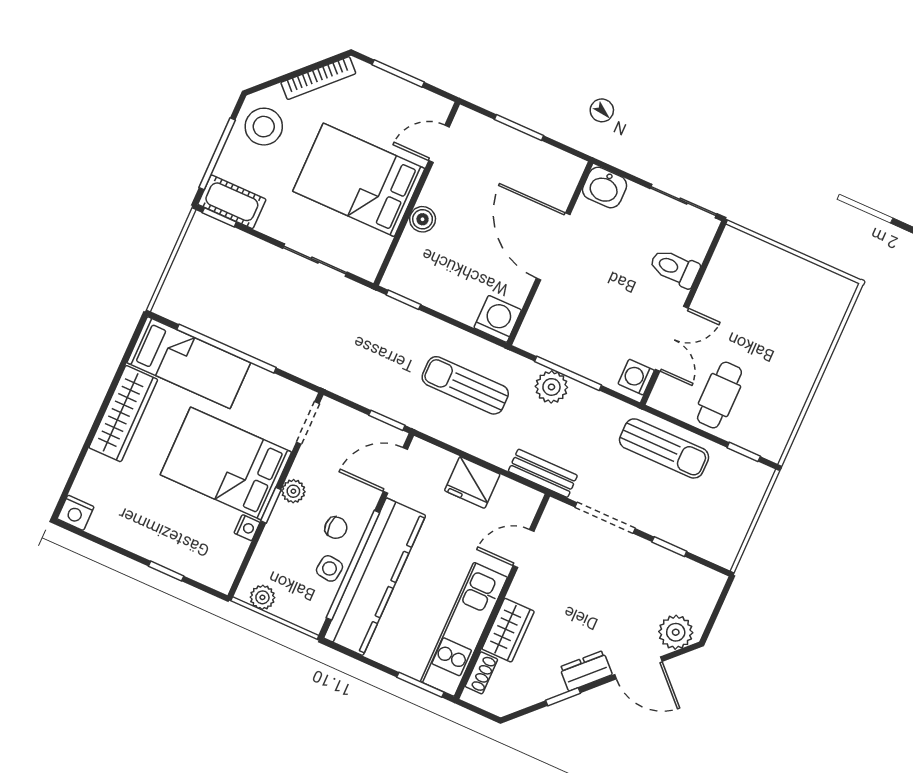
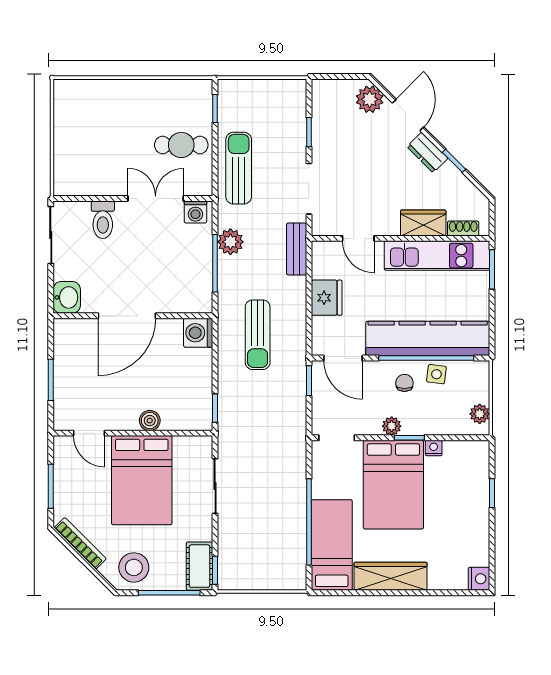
plant: (551, 387) -> (230, 242), moved

